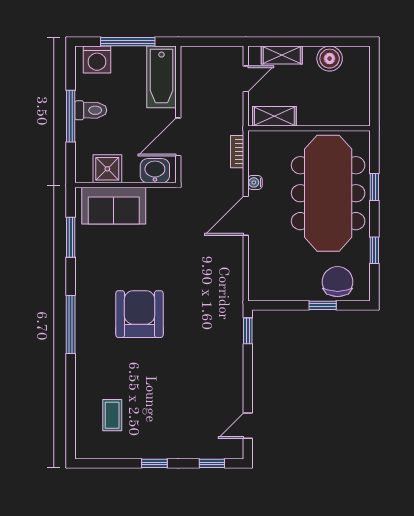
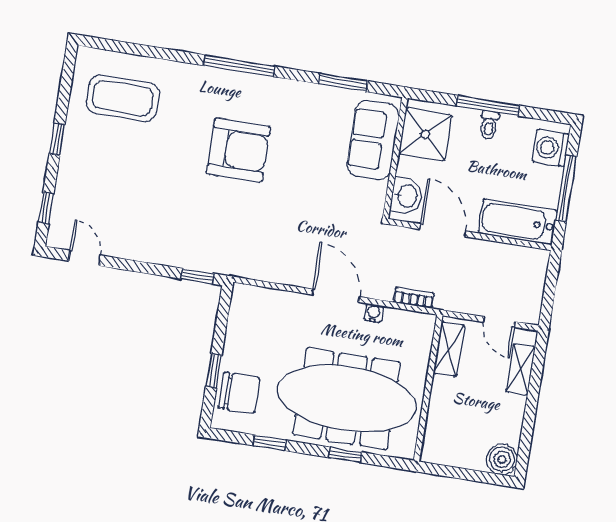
boiler: (330, 59) -> (502, 459), moved
toilet: (91, 110) -> (489, 125), width x0.73, depth x0.72
shower: (107, 169) -> (425, 134), width x1.36, depth x1.36
coffee table: (112, 415) -> (123, 98), width x1.86, depth x1.72

